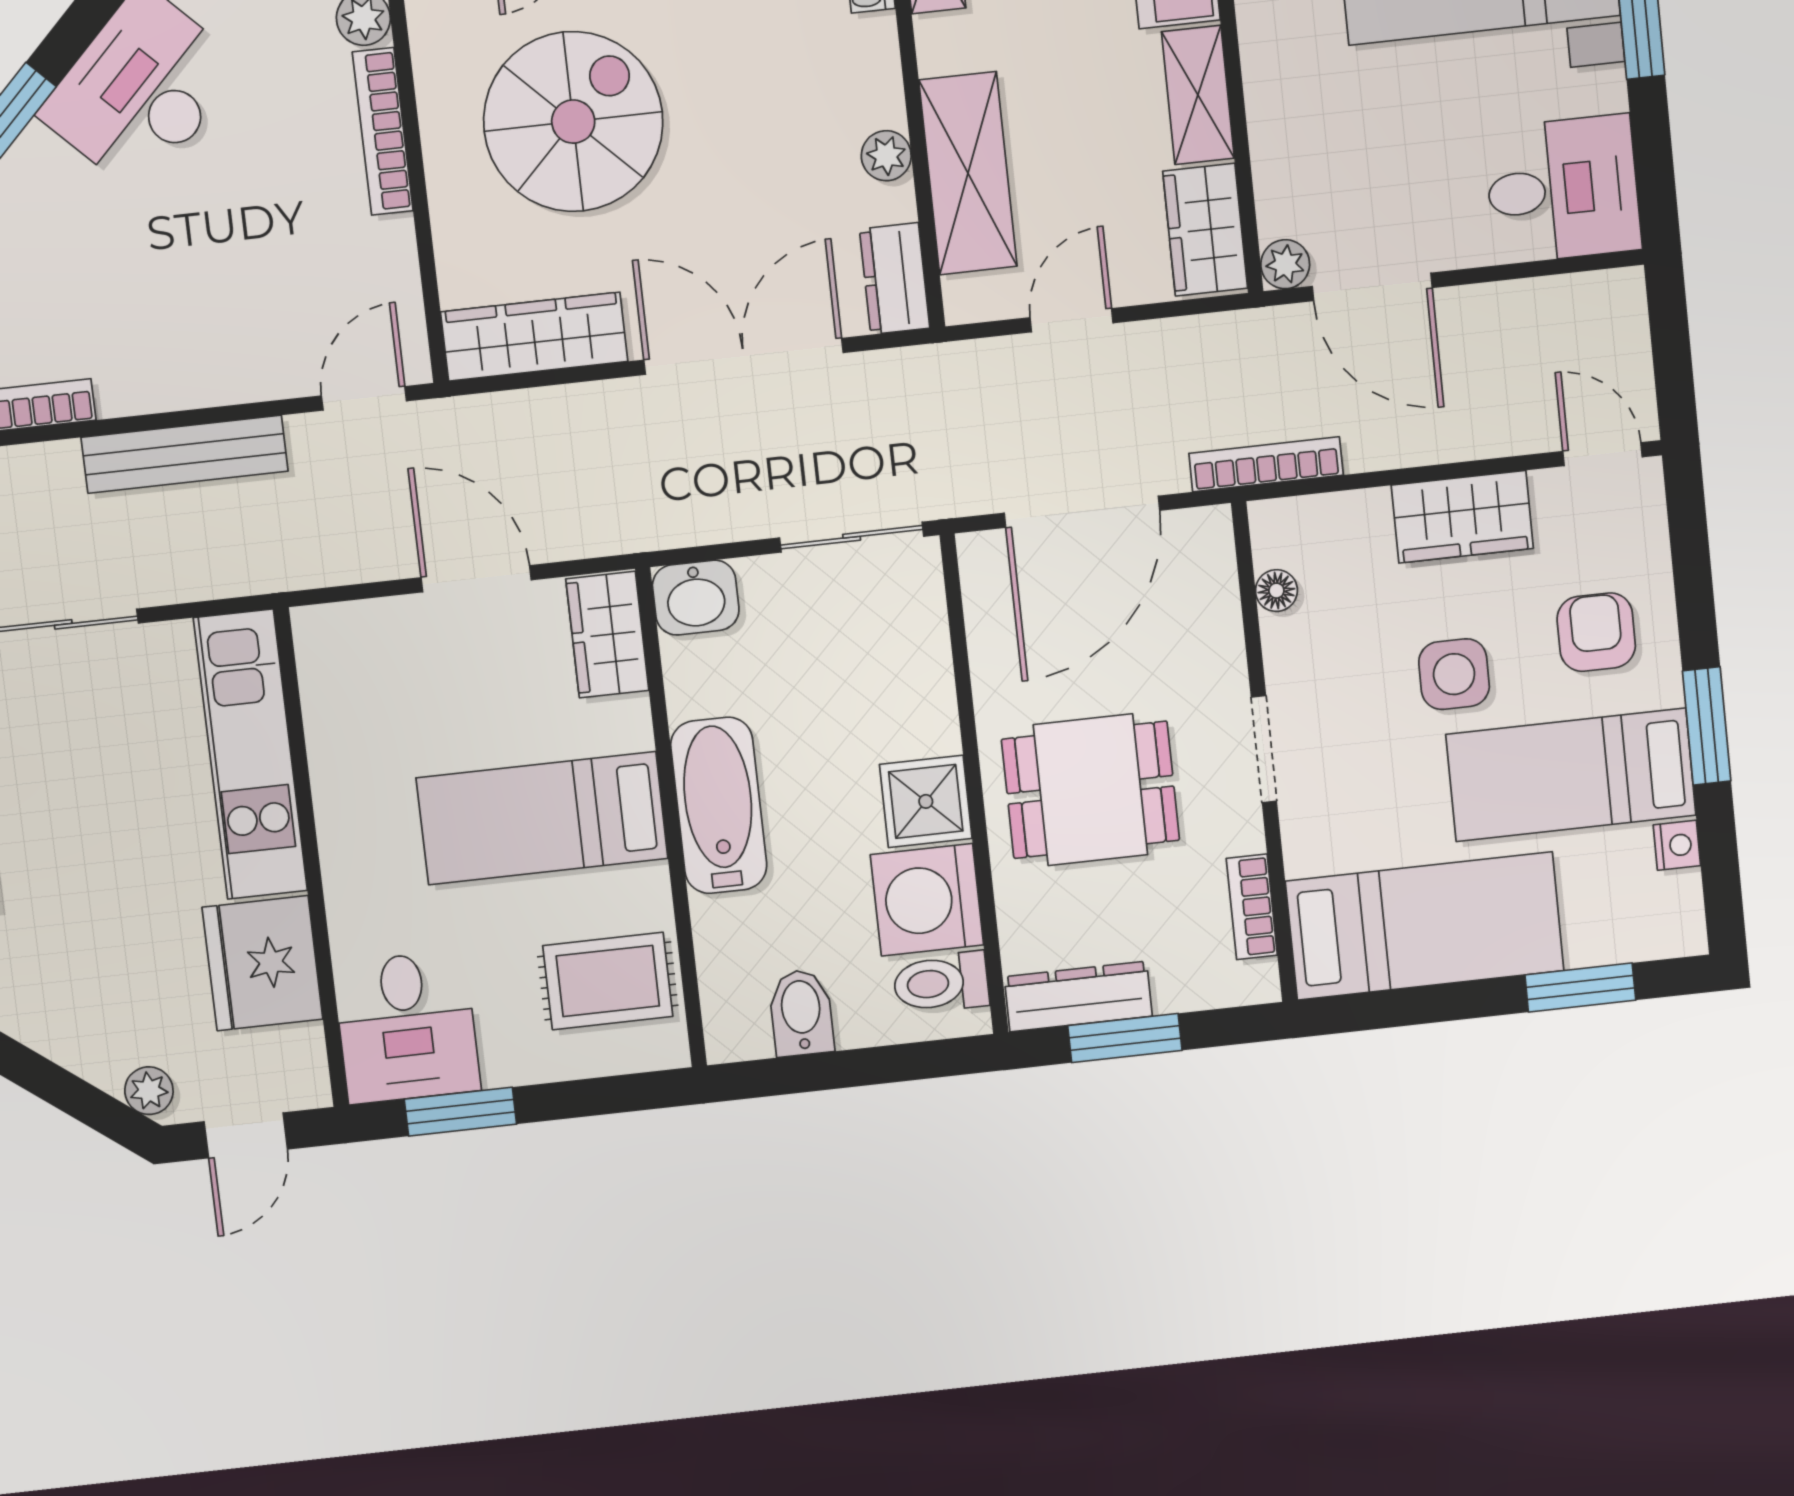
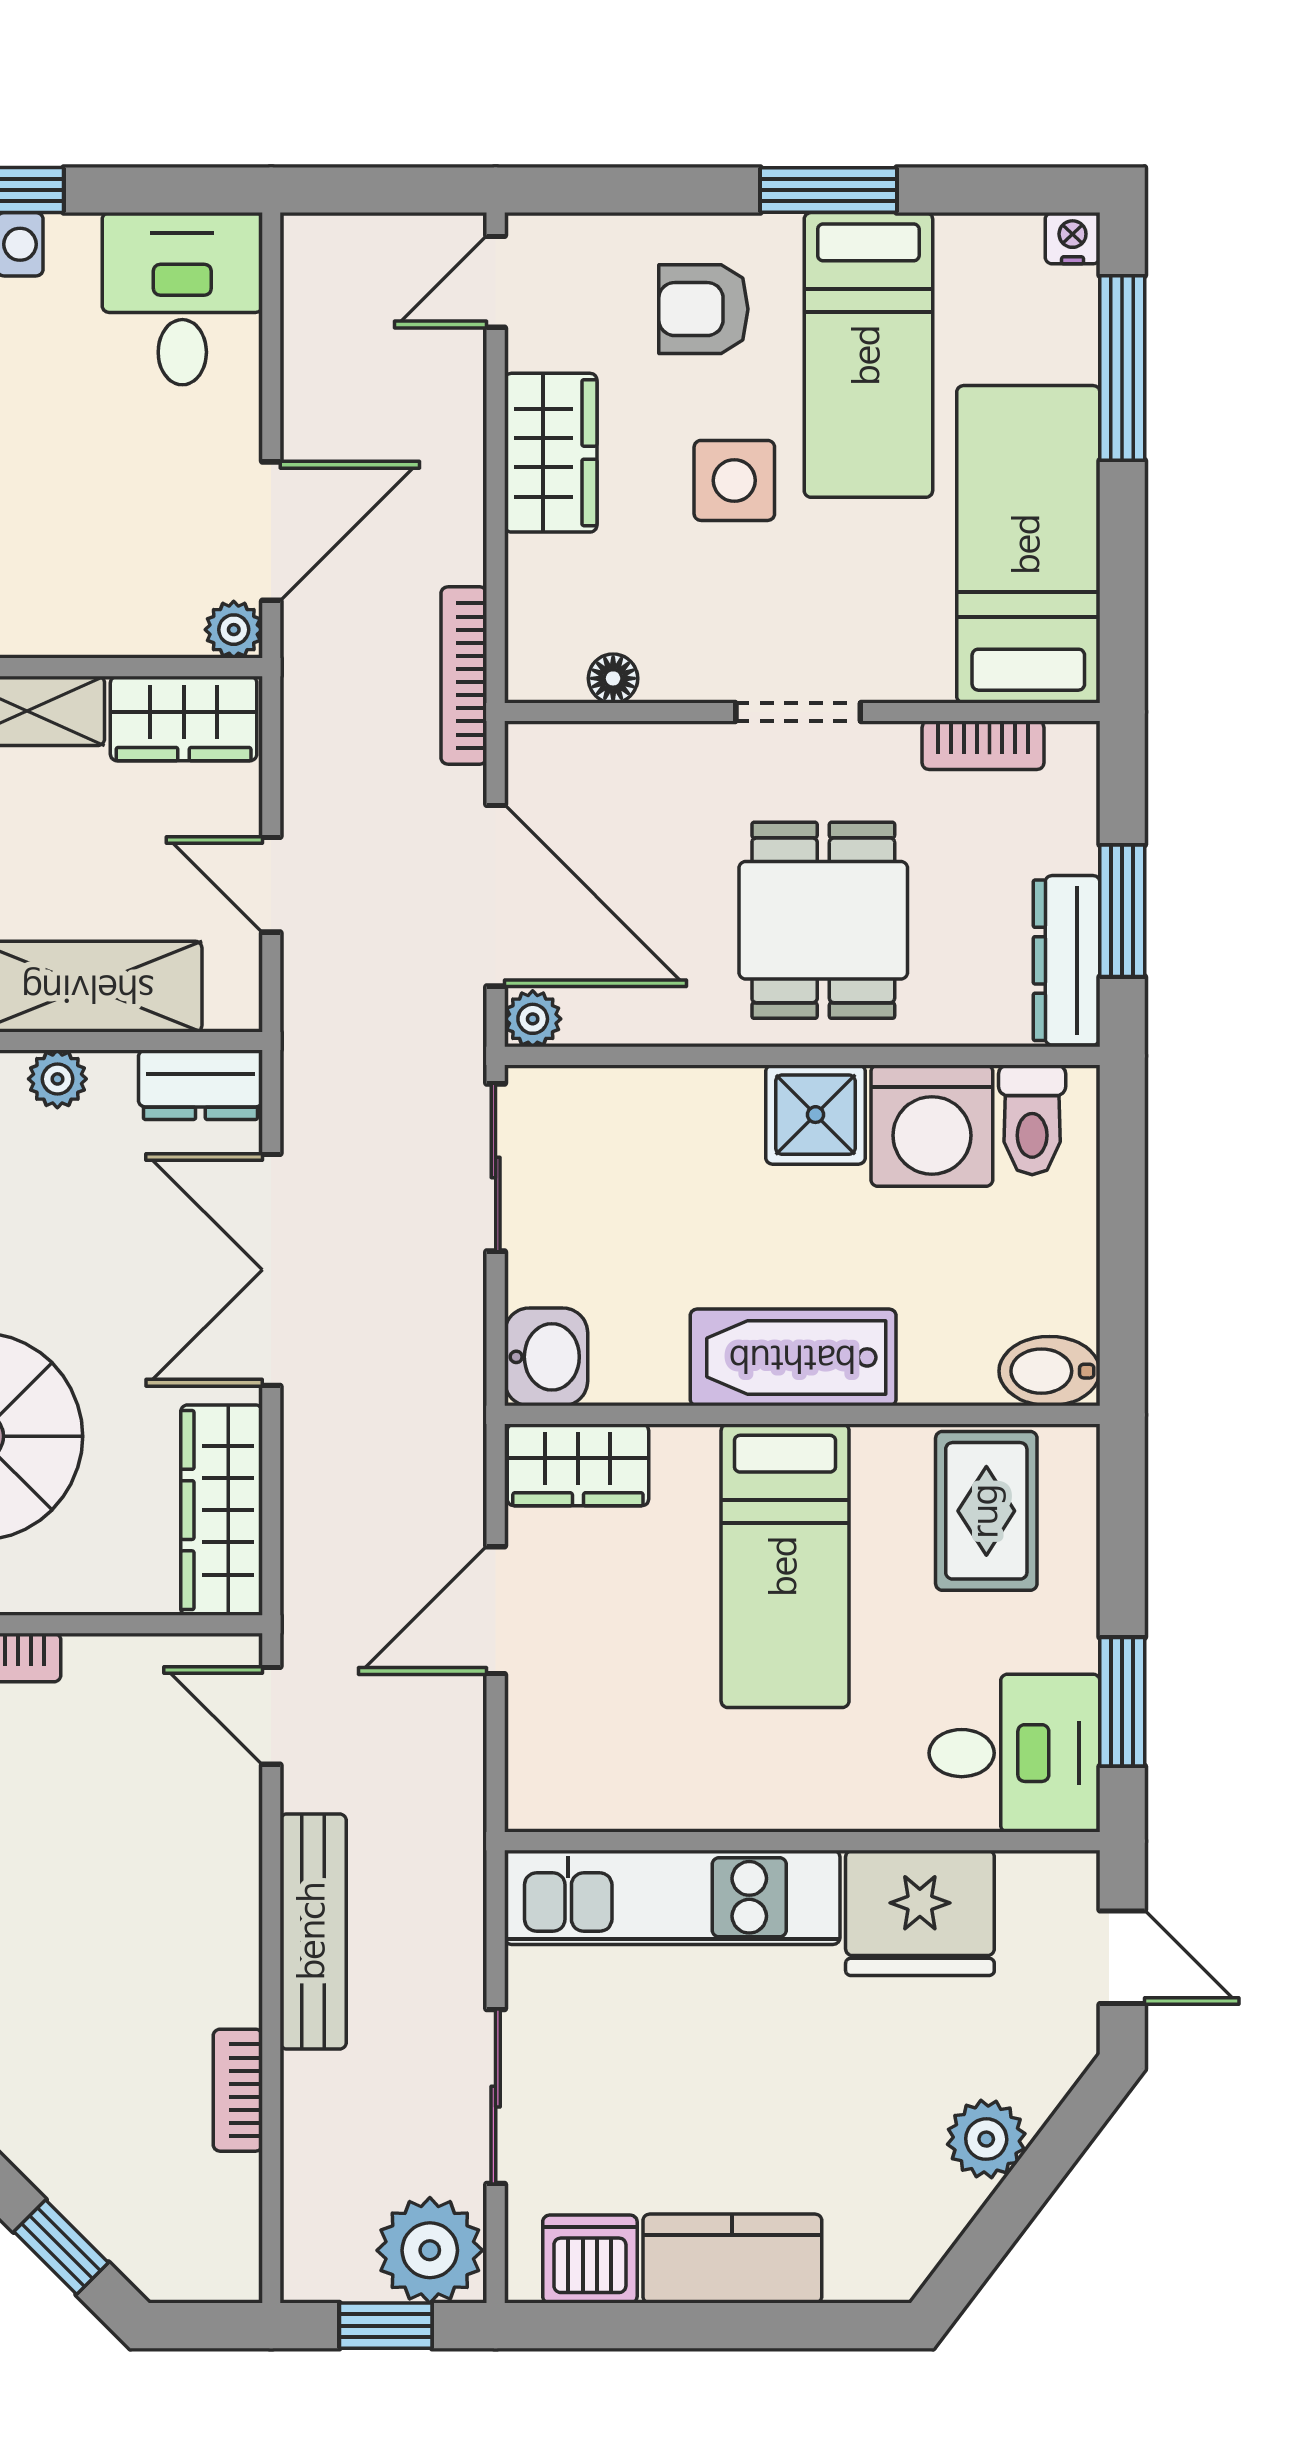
plant: (981, 555) -> (533, 1019), added
nightstand: (1677, 845) -> (1073, 238), moved
window: (1580, 988) -> (1122, 368), width x1.44
bidet: (801, 1013) -> (1049, 1371), moved
plant: (149, 1091) -> (986, 2139), moved, width x1.38, depth x1.38

